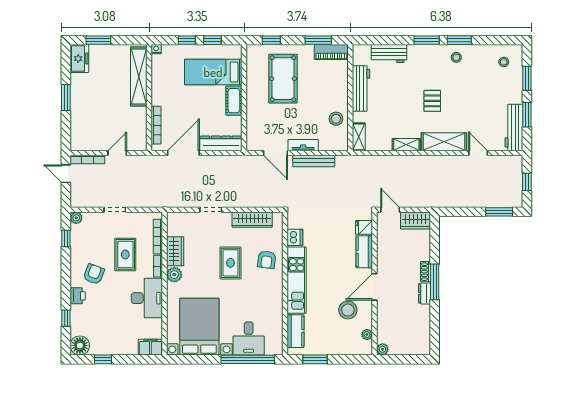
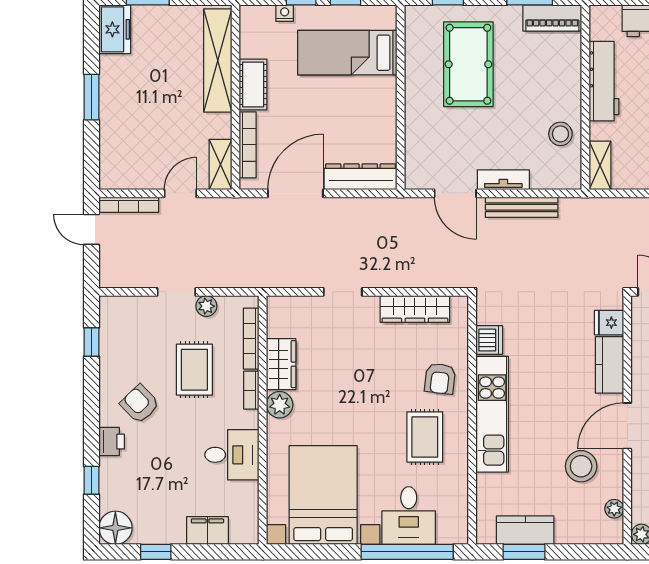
nightstand: (156, 49) -> (285, 13), moved
cot: (234, 101) -> (253, 85), moved
shelving: (140, 136) -> (221, 164), added
plant: (76, 218) -> (206, 306), moved
rug: (230, 263) -> (425, 437), moved
armchair: (94, 274) -> (140, 404), turned -65
desk: (147, 298) -> (232, 455), width x0.73
kitchen counter: (295, 331) -> (525, 530), moved, turned -90
filing cabinet: (150, 347) -> (207, 531), moved

